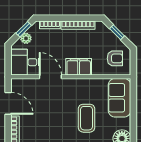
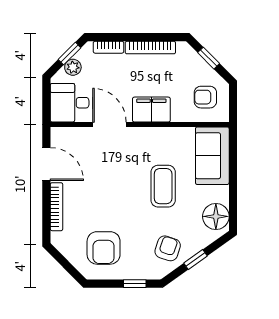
armchair: (115, 58) -> (205, 97), turned 180

